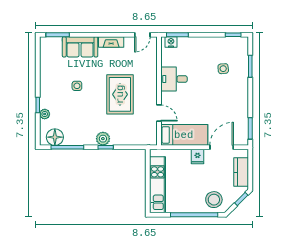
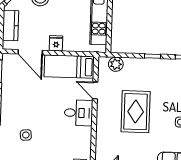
desk: (174, 79) -> (79, 113), moved
plant: (103, 139) -> (116, 64), moved
door: (222, 147) -> (30, 52), hinge flipped

